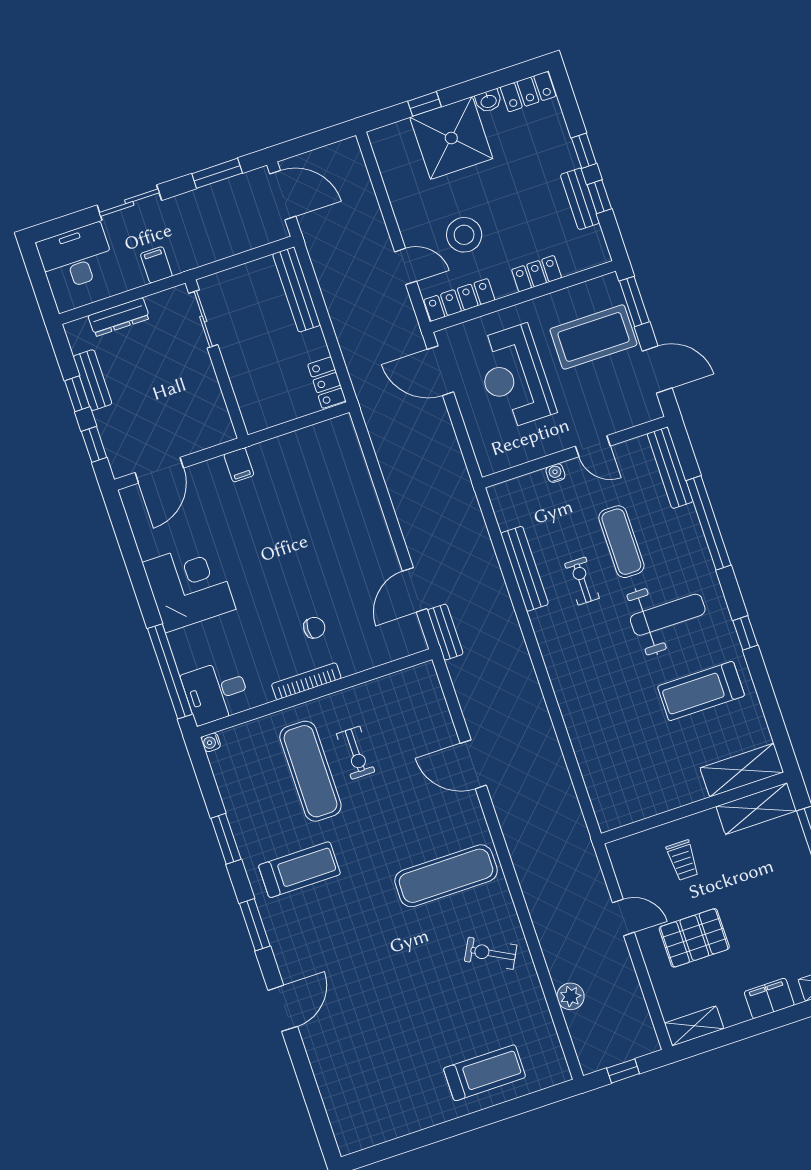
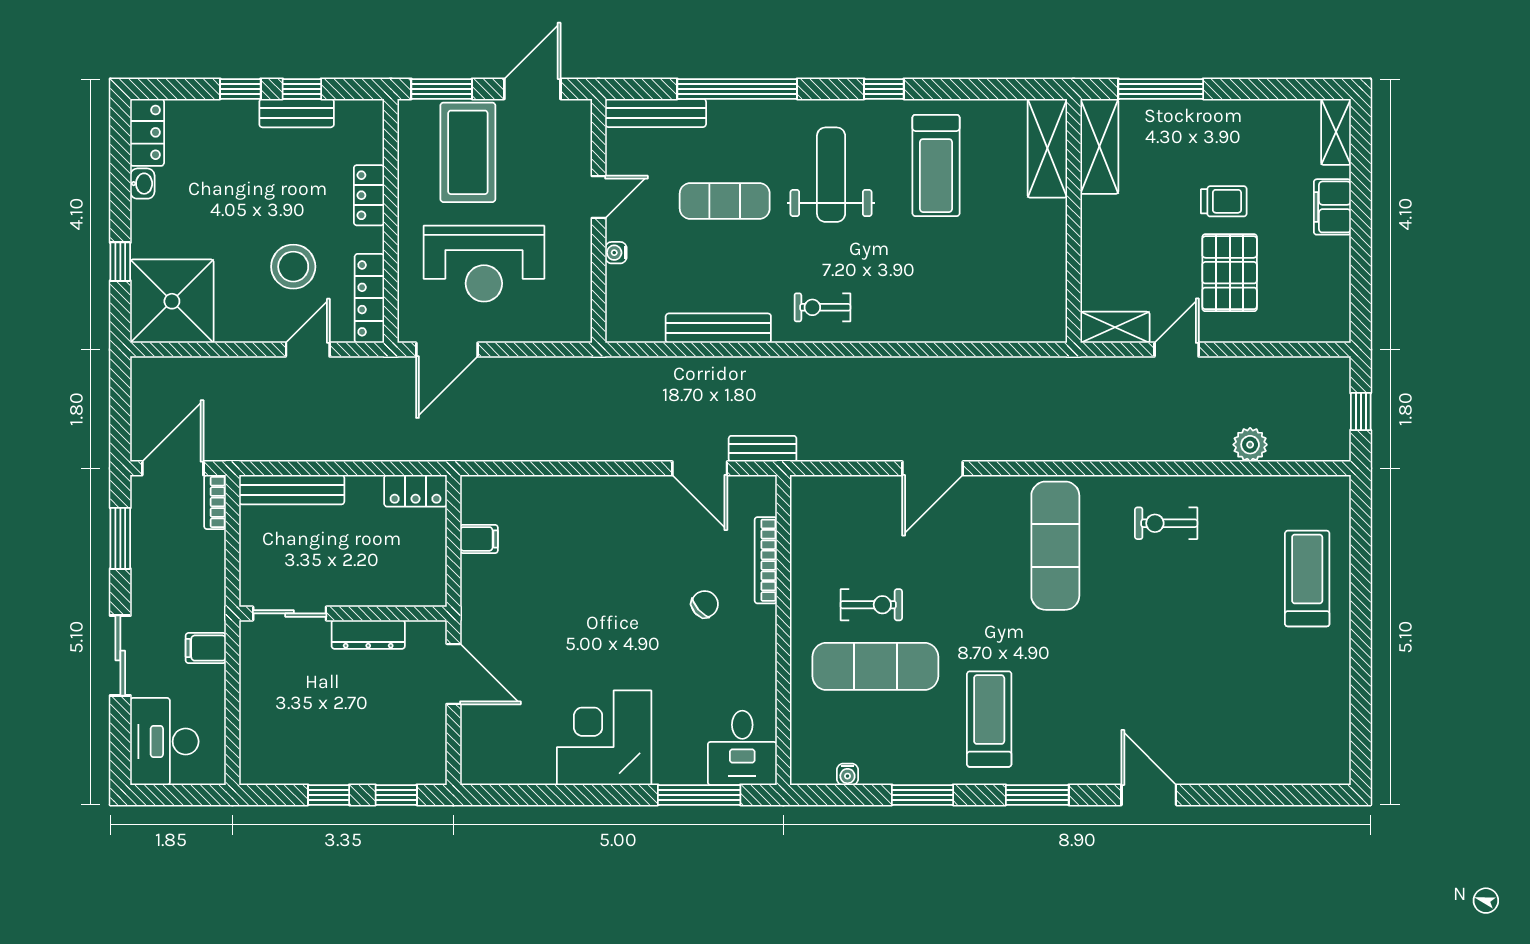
shower: (451, 138) -> (172, 301), moved
bookcase: (268, 235) -> (215, 502), added
dresser: (119, 317) -> (368, 634), moved, turned 90
bench: (92, 380) -> (318, 771), removed
filing cabinet: (239, 465) -> (479, 539), moved
door: (159, 470) -> (453, 674), moved
exercise bike: (582, 581) -> (822, 307), moved
chair: (314, 628) -> (705, 604), turned 49
window: (170, 671) -> (699, 795), width x0.68
bookcase: (306, 681) -> (766, 560), moved
water cooler: (211, 742) -> (847, 774), moved
trolley: (683, 860) -> (1224, 201), moved
exercise bike: (491, 953) -> (1166, 523), turned 62
shelving: (694, 1026) -> (1115, 327), moved, turned 90

